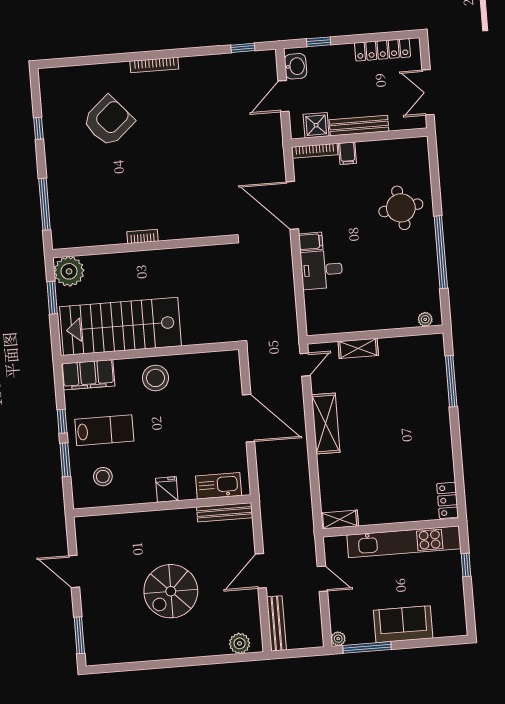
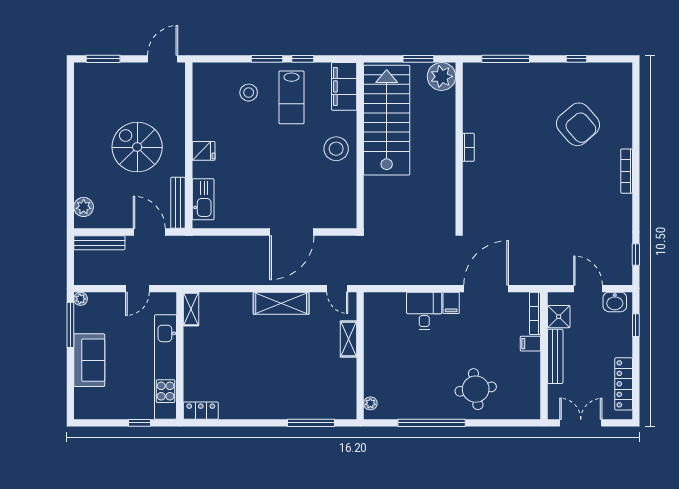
kitchen sink: (219, 486) -> (203, 199), moved
fridge: (167, 489) -> (204, 151), moved
wall: (162, 506) -> (189, 145), moved
bench: (225, 512) -> (178, 203), moved

